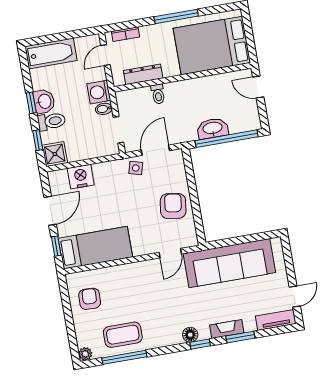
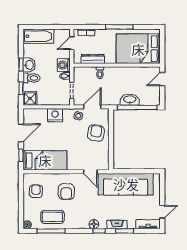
door: (258, 87) -> (162, 79), hinge flipped
nightstand: (81, 177) -> (55, 115), moved
armchair: (173, 206) -> (96, 133), moved
door: (170, 253) -> (90, 172), hinge flipped
armchair: (138, 291) -> (66, 192), added

